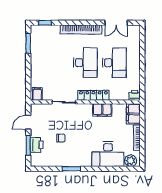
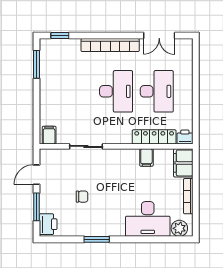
locker: (93, 95) -> (154, 137), moved
filing cabinet: (102, 110) -> (146, 157), width x0.50
printer: (37, 145) -> (48, 224), moved

